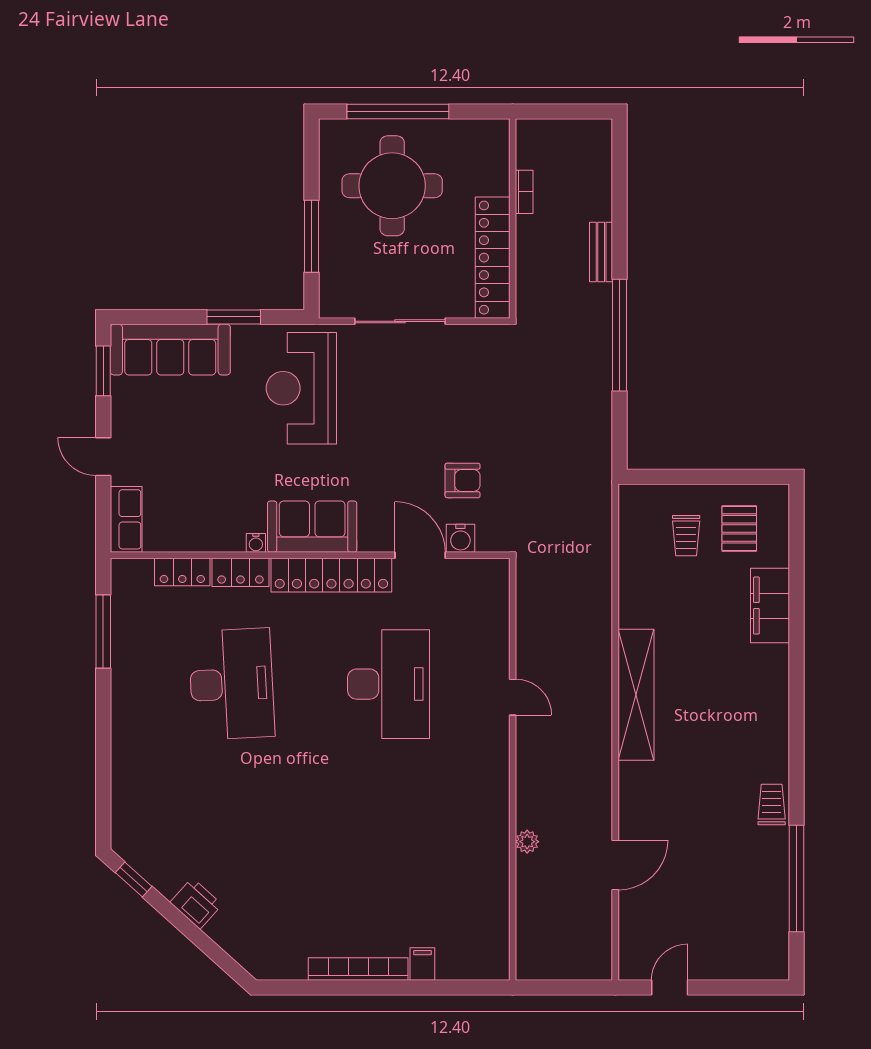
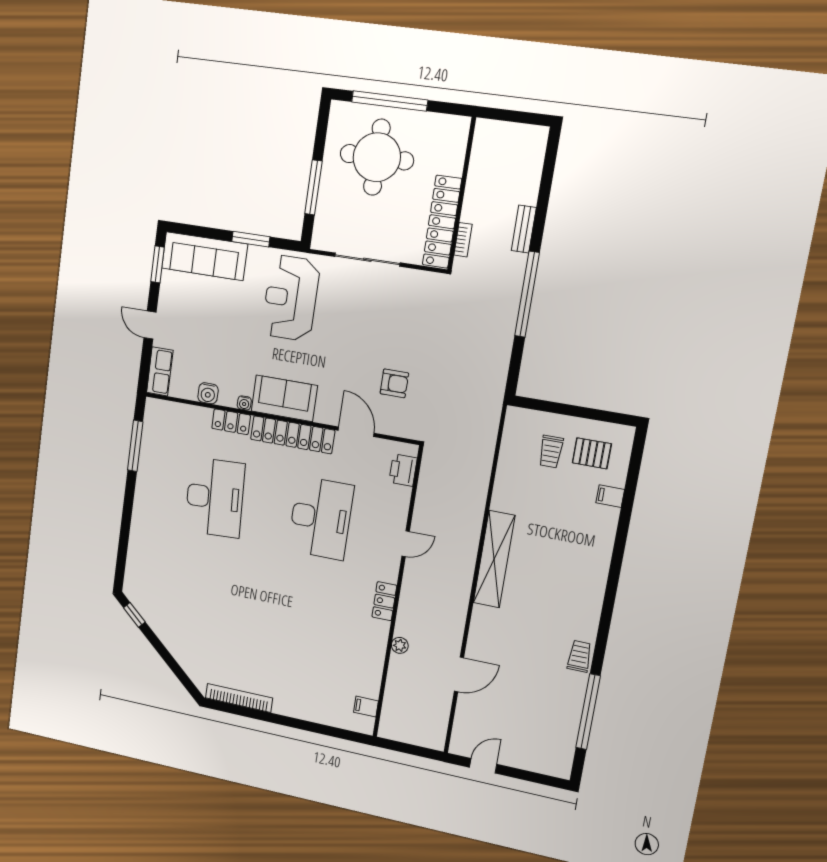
bookcase: (524, 192) -> (463, 240), moved
pallet: (739, 528) -> (592, 453), turned 90
water cooler: (460, 538) -> (208, 393), moved
locker: (182, 572) -> (384, 601), moved, turned 90
filing cabinet: (770, 606) -> (610, 496), width x0.33, depth x0.86
door: (513, 697) -> (406, 544), hinge flipped
printer: (196, 904) -> (403, 470), moved, turned -132
filing cabinet: (422, 964) -> (366, 707), moved, turned -90
bookcase: (358, 969) -> (239, 698), moved

